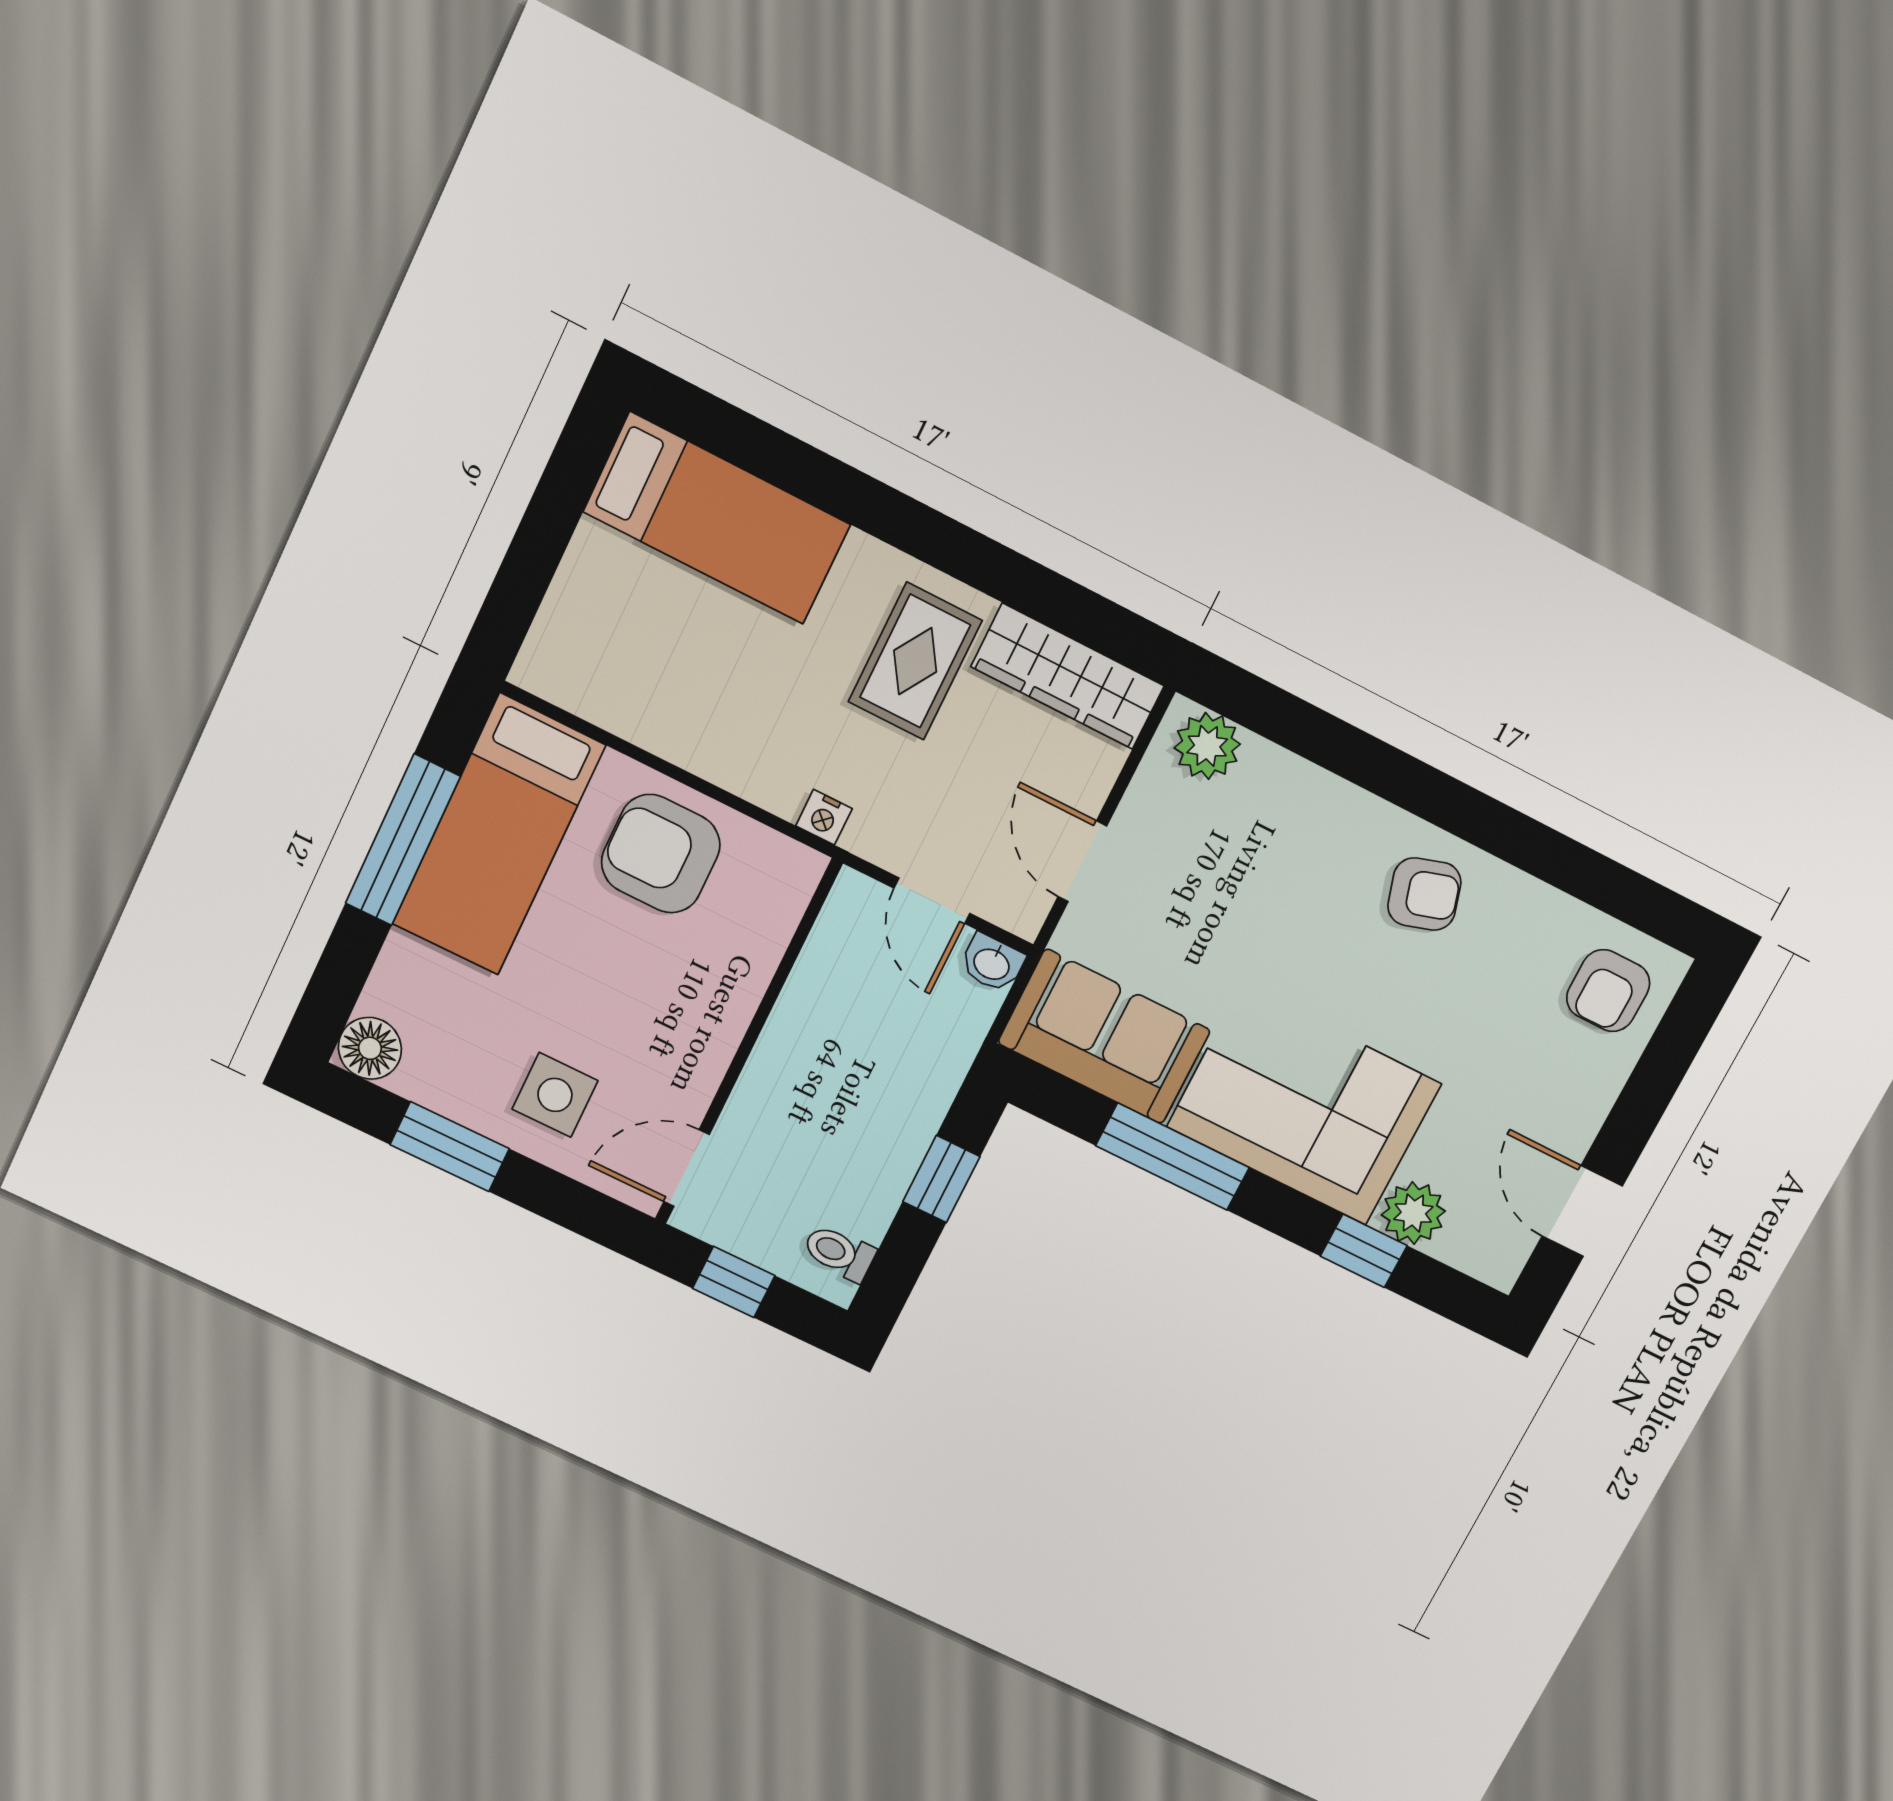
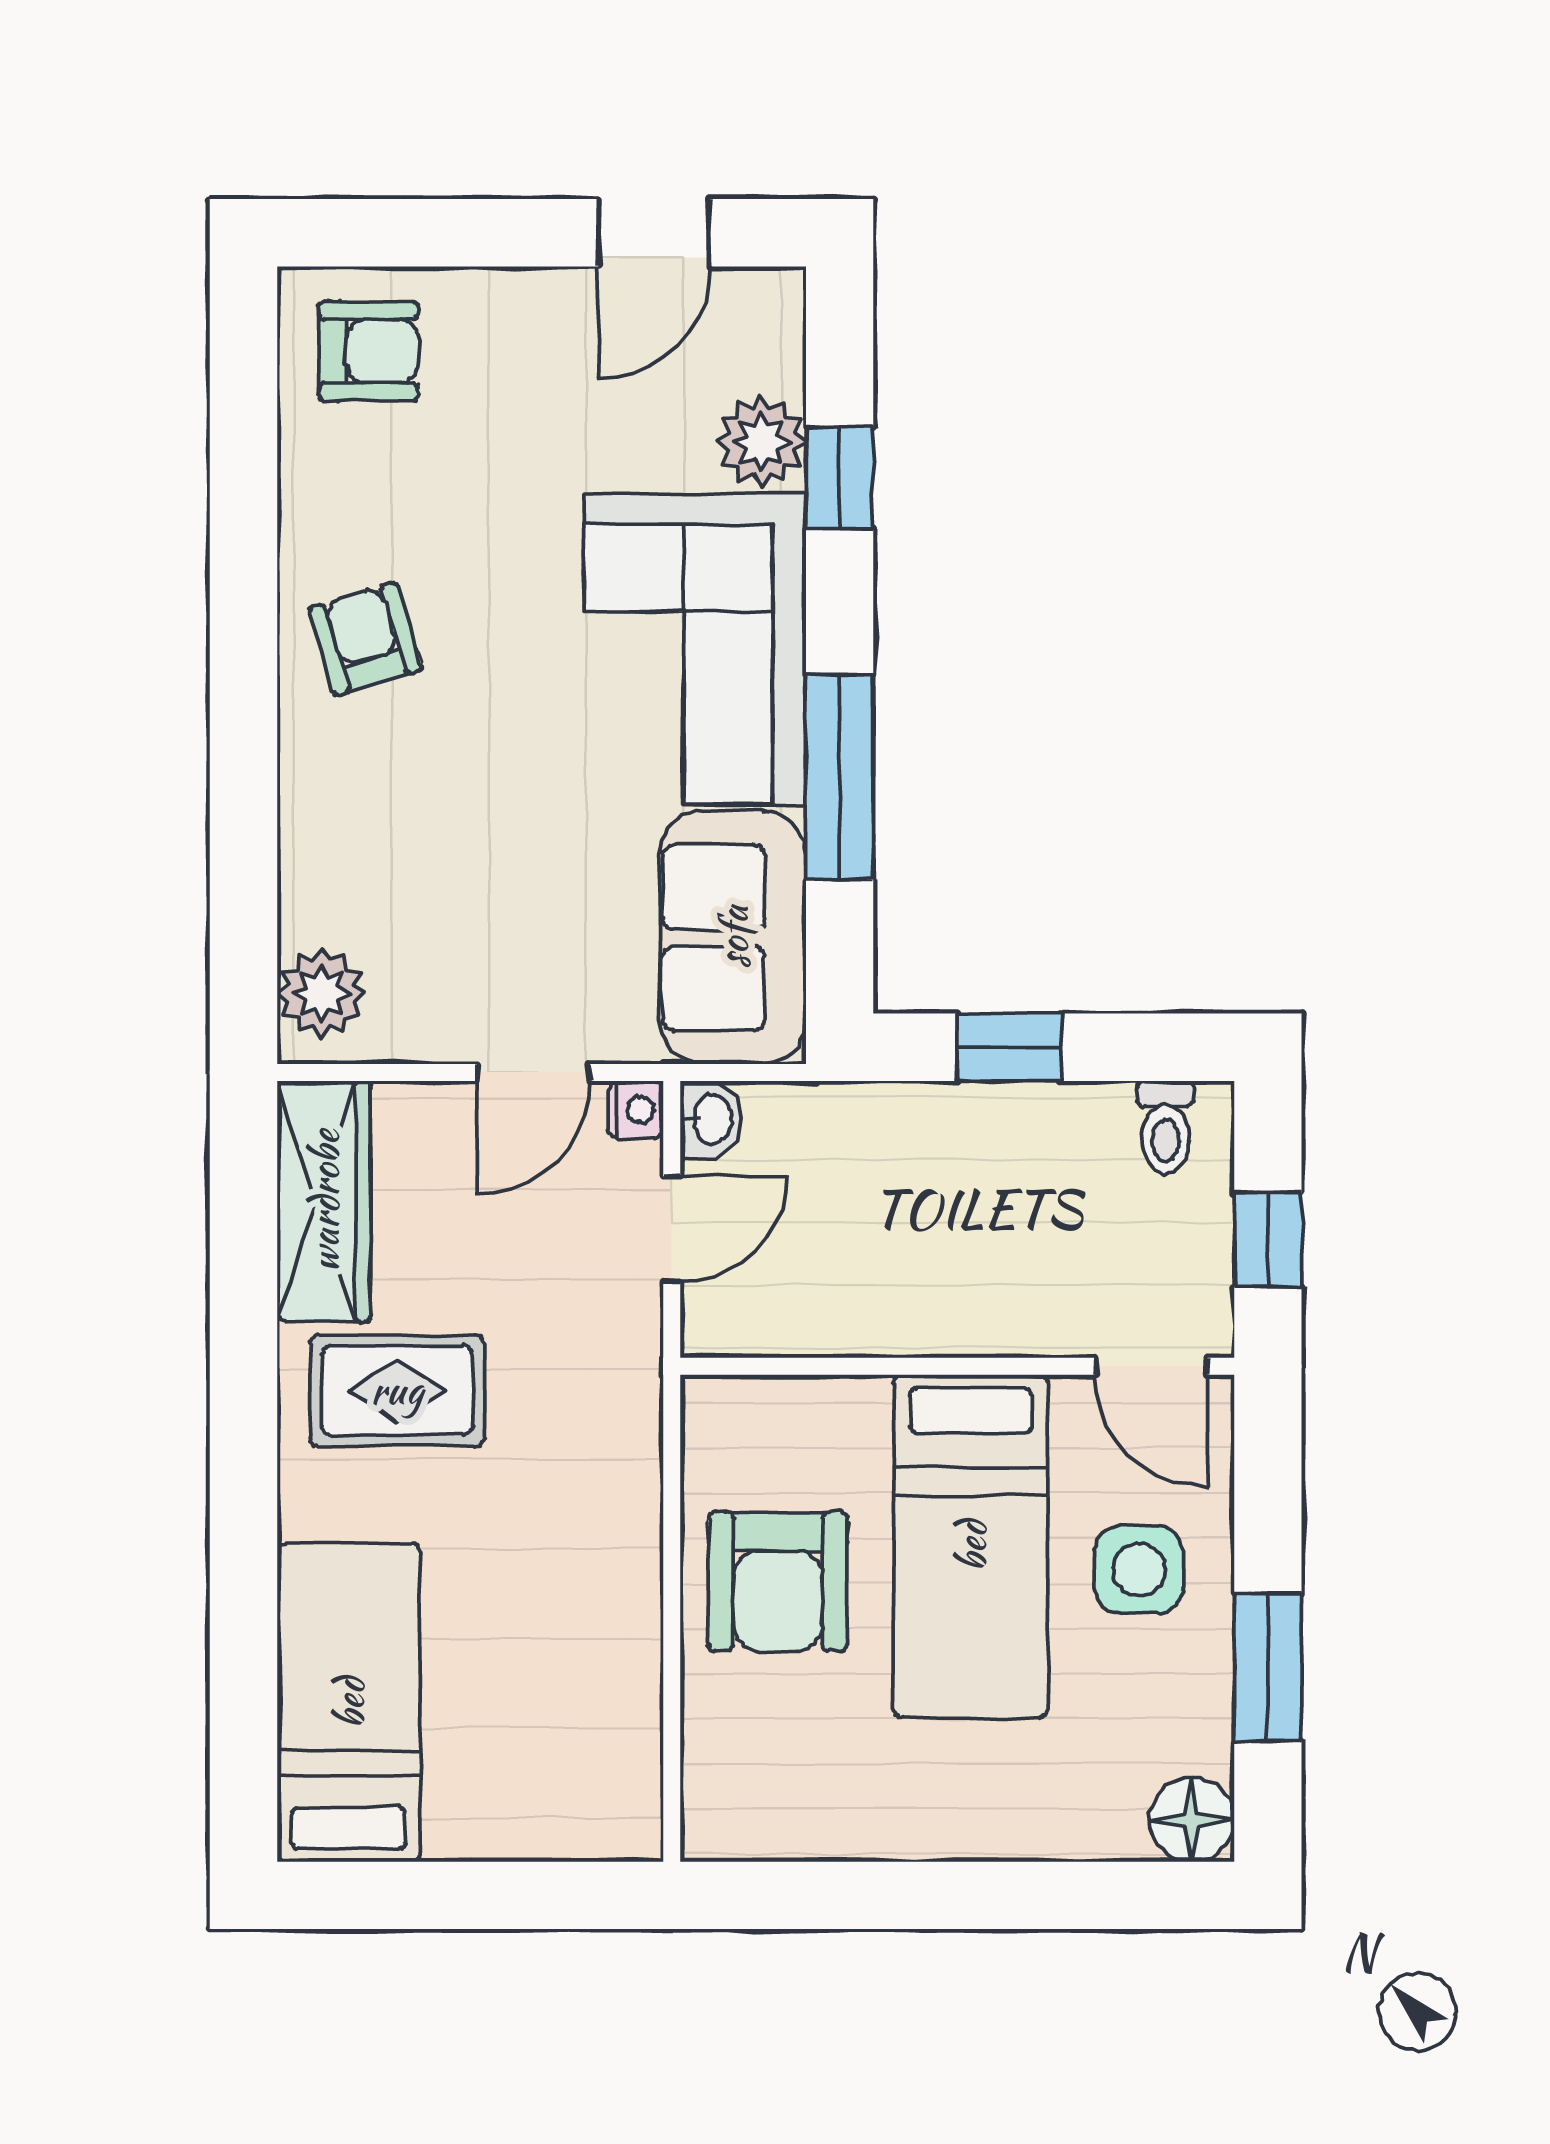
nightstand: (824, 817) -> (636, 1110), moved
bed: (499, 835) -> (971, 1546), moved, turned 90
window: (403, 840) -> (915, 1895), removed

